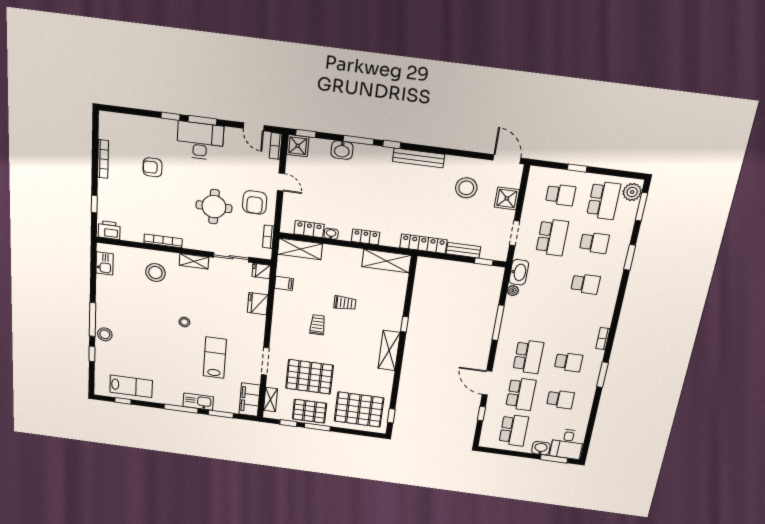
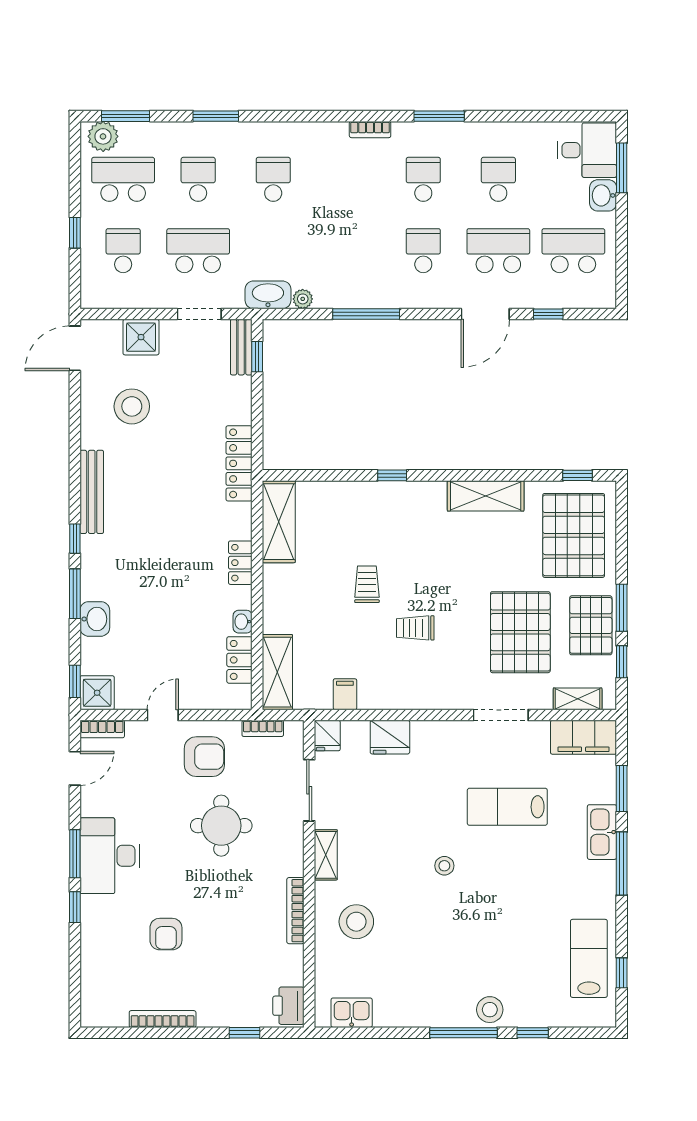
bench: (463, 250) -> (241, 347), moved
shelving: (389, 350) -> (486, 496), moved
school desk: (528, 357) -> (423, 251), width x0.54

